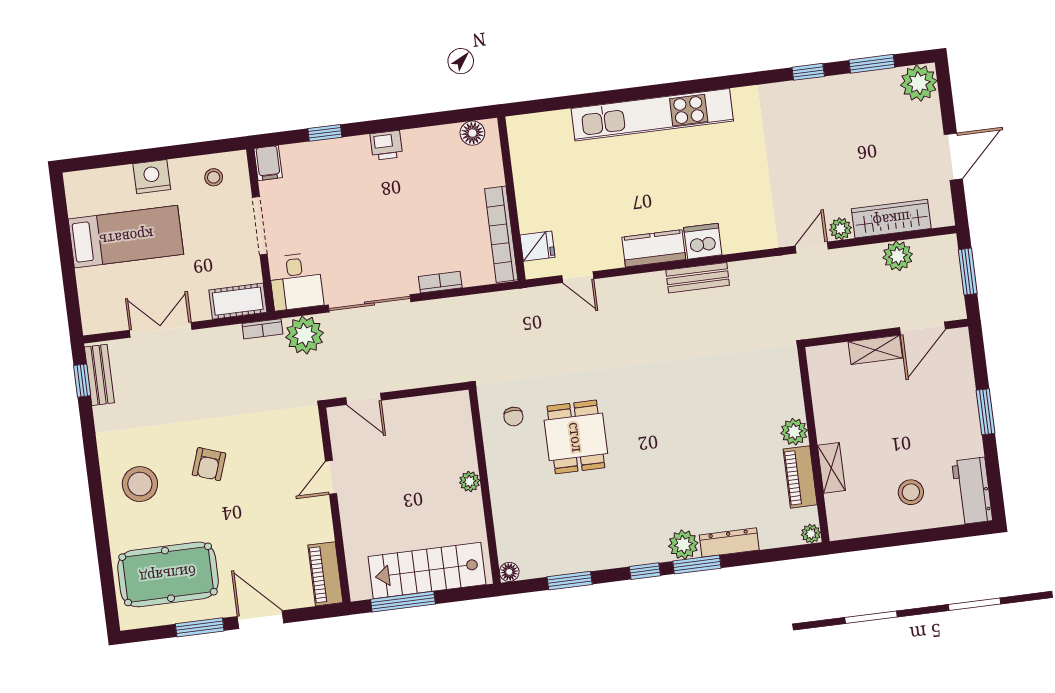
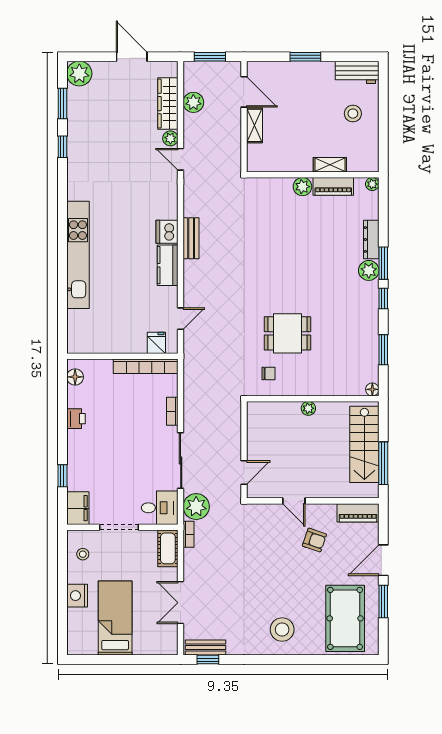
printer: (386, 145) -> (76, 419), moved
filing cabinet: (268, 163) -> (78, 508), width x2.00
armchair: (209, 464) -> (314, 540), moved

